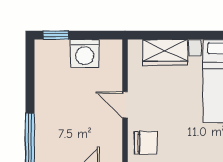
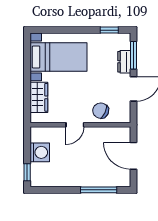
chair: (146, 143) -> (101, 111), turned -66

